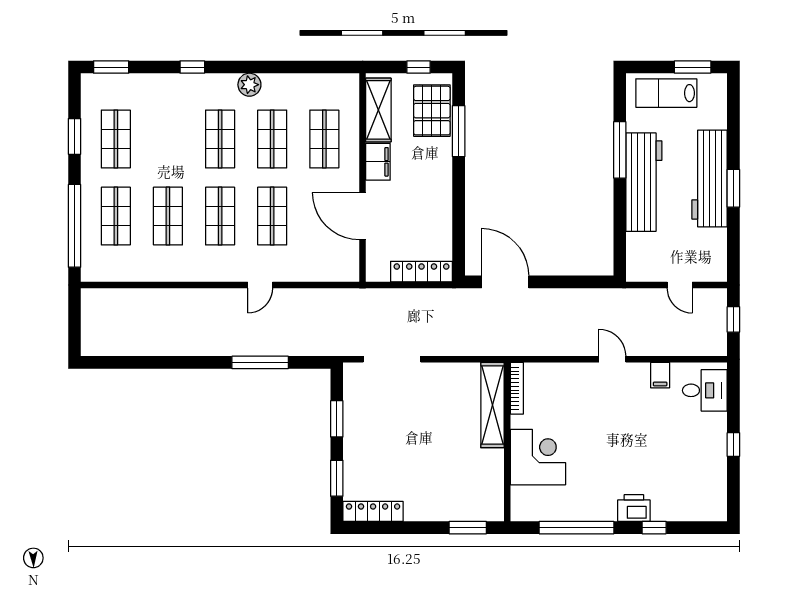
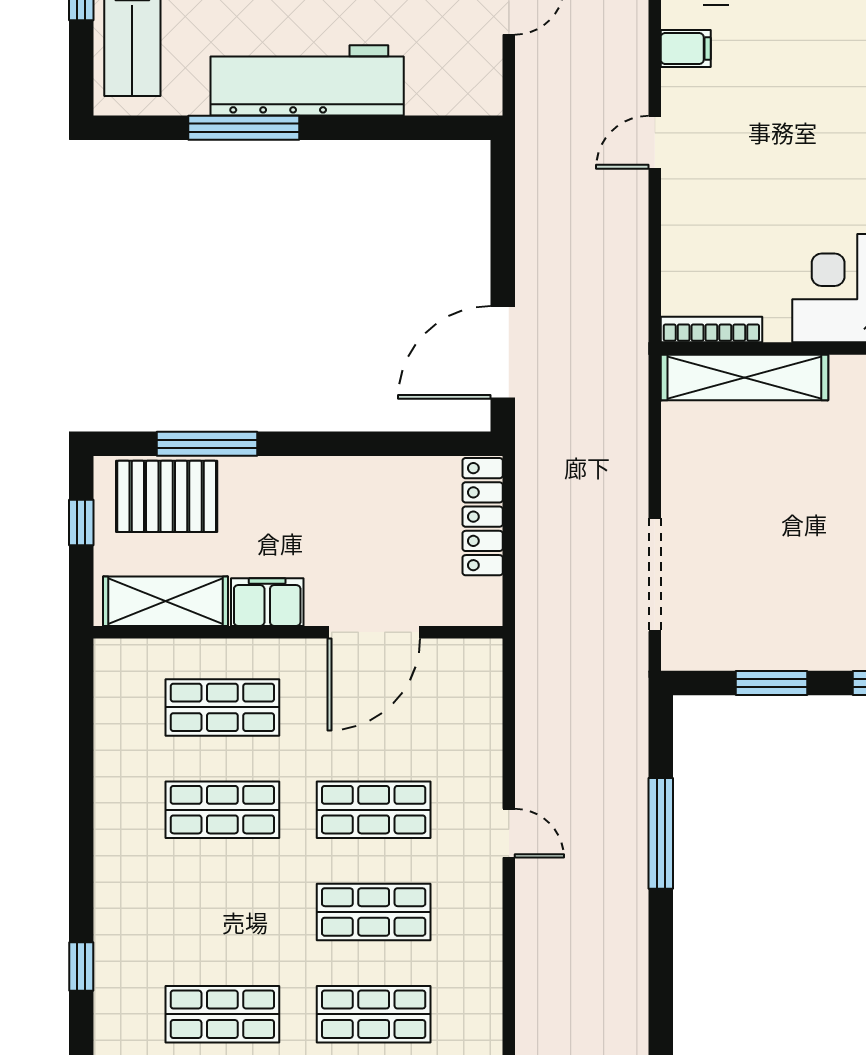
plant: (249, 85) -> (116, 854), removed
shop shelf: (220, 139) -> (222, 1014), moved

